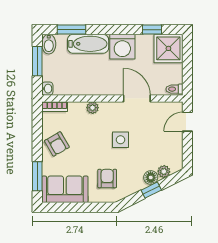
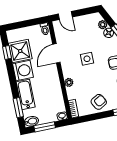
shower: (168, 48) -> (20, 51), moved

